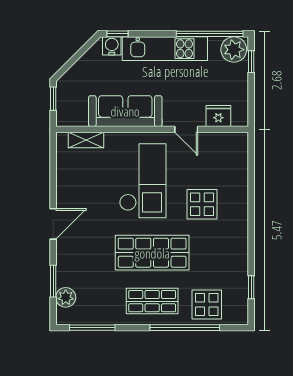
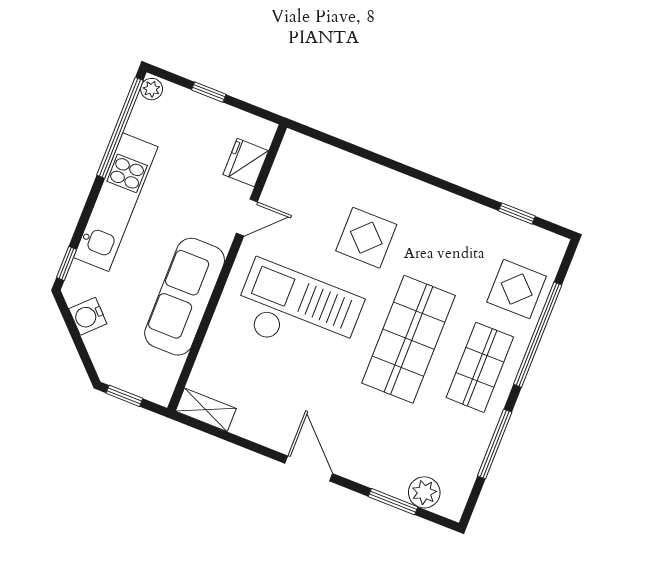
water cooler: (112, 46) -> (88, 316), moved, turned -45
plant: (234, 50) -> (152, 89), width x0.53, depth x0.53
window: (251, 62) -> (209, 92), moved
shelving: (86, 140) -> (206, 410), moved, turned 90
window: (92, 328) -> (495, 444), moved

